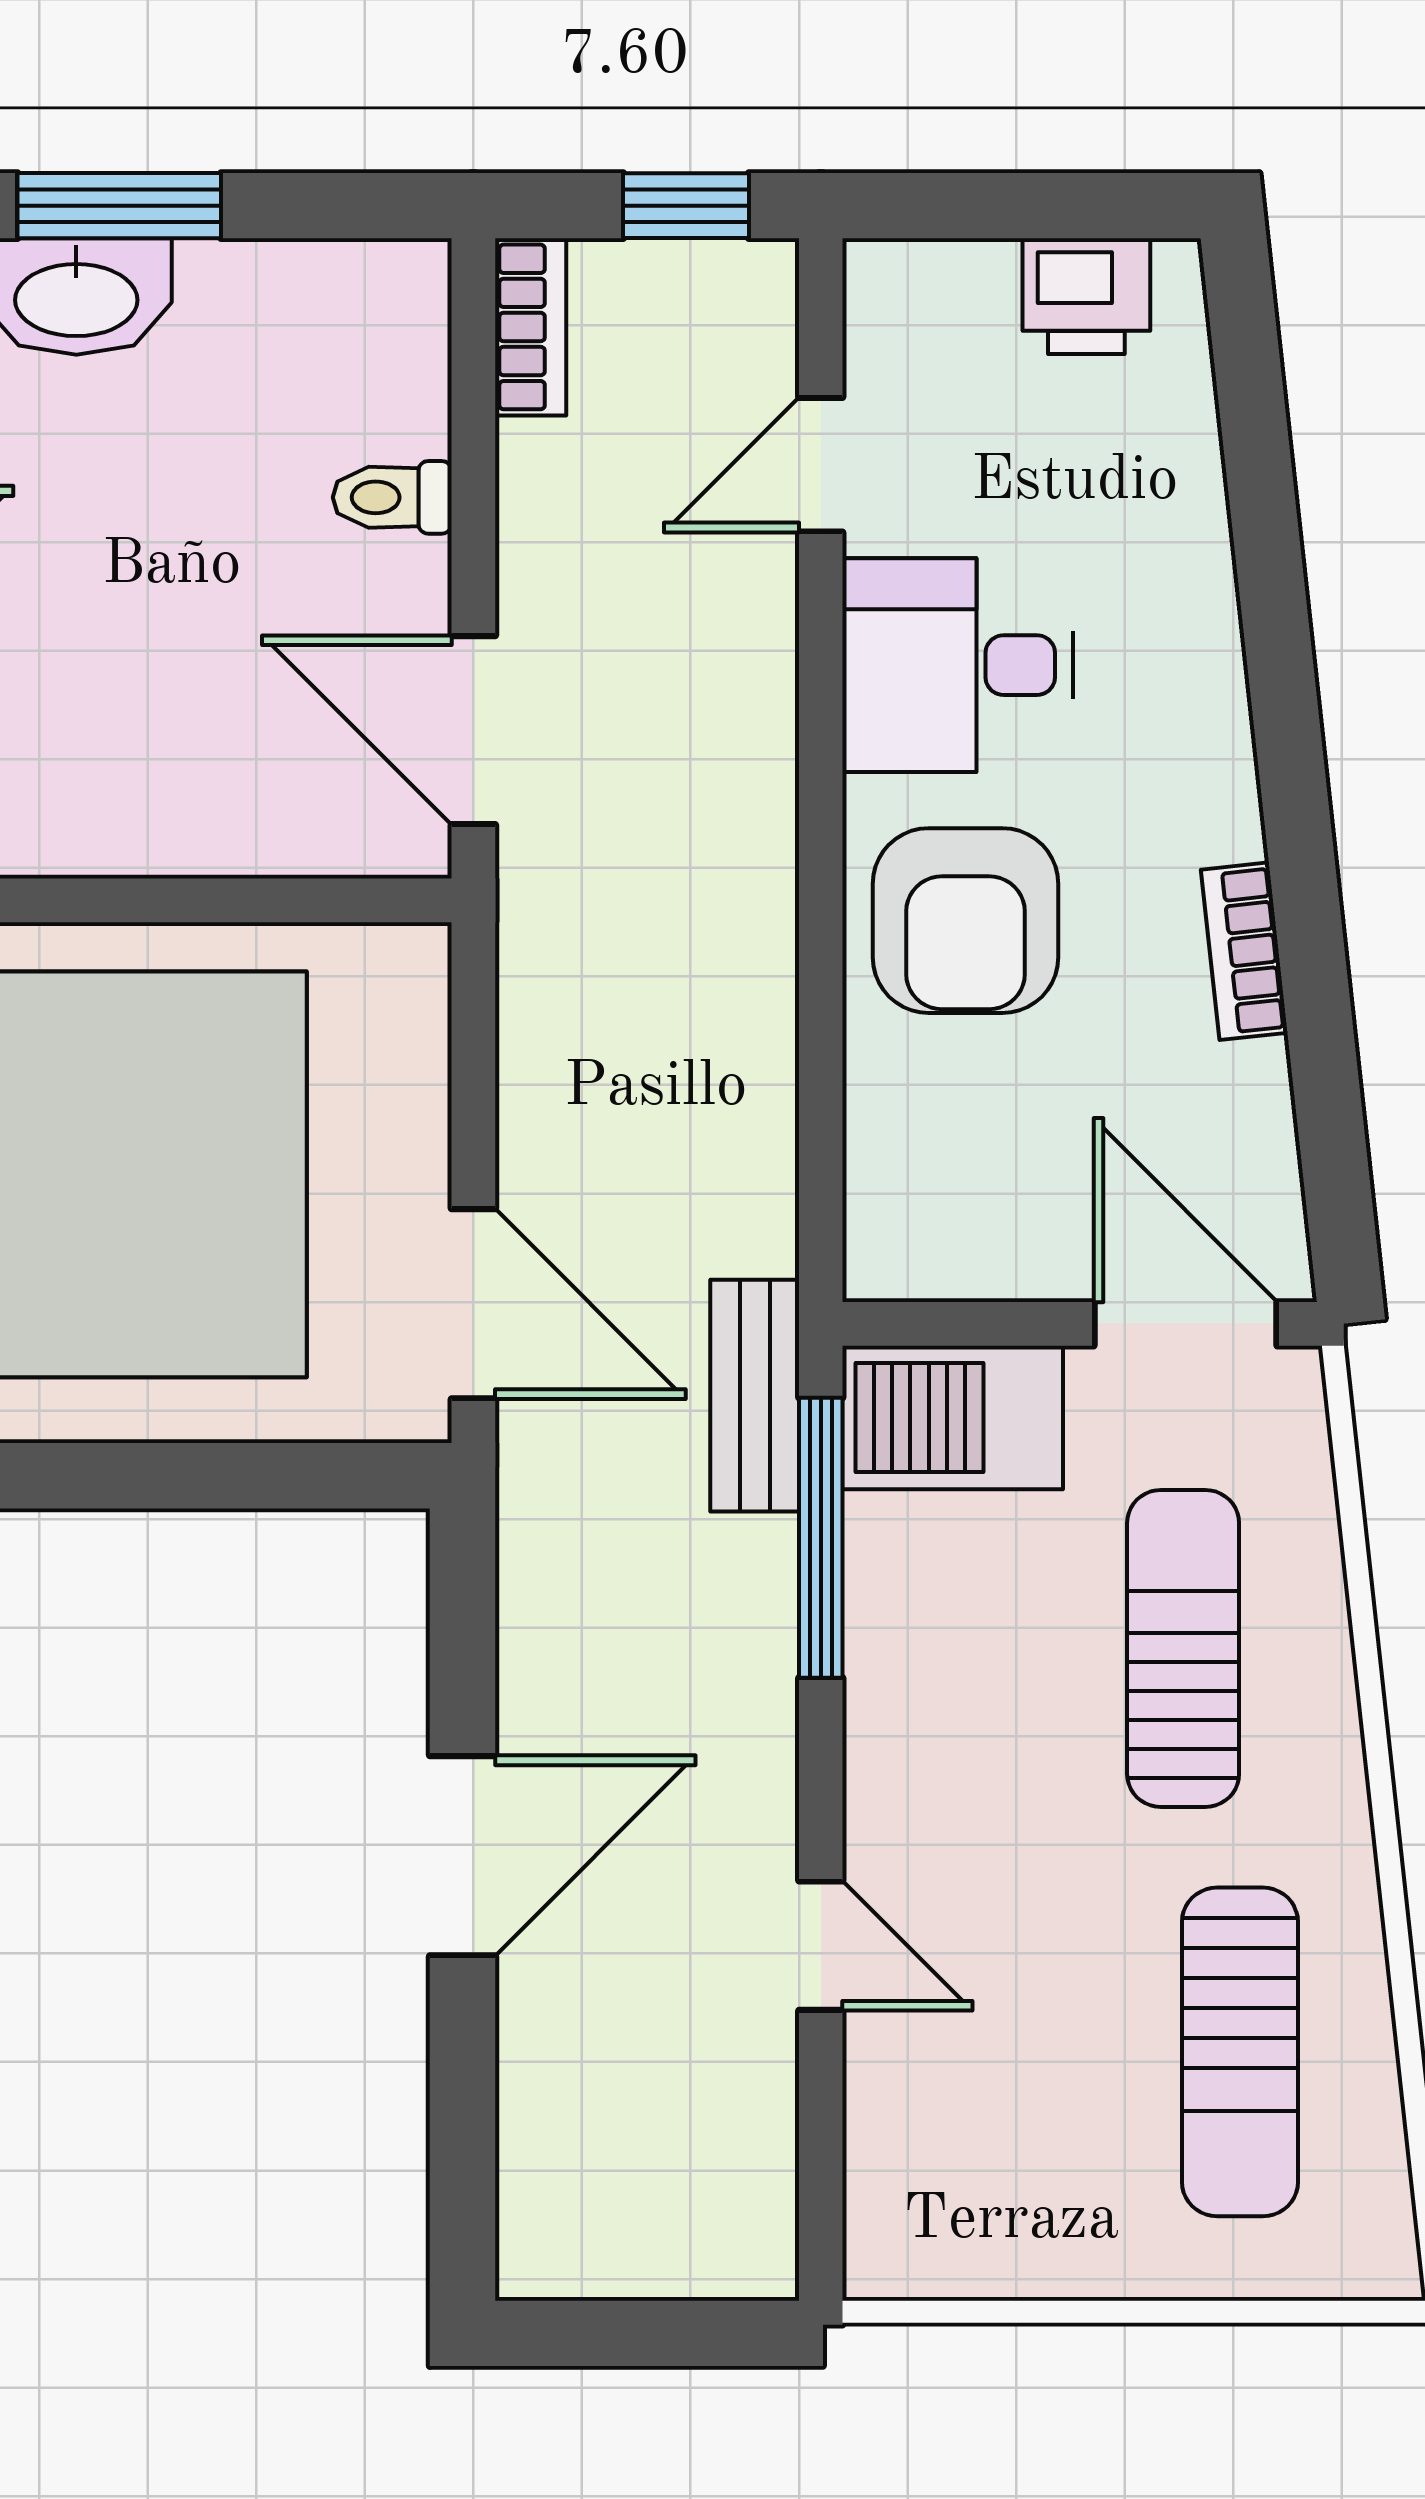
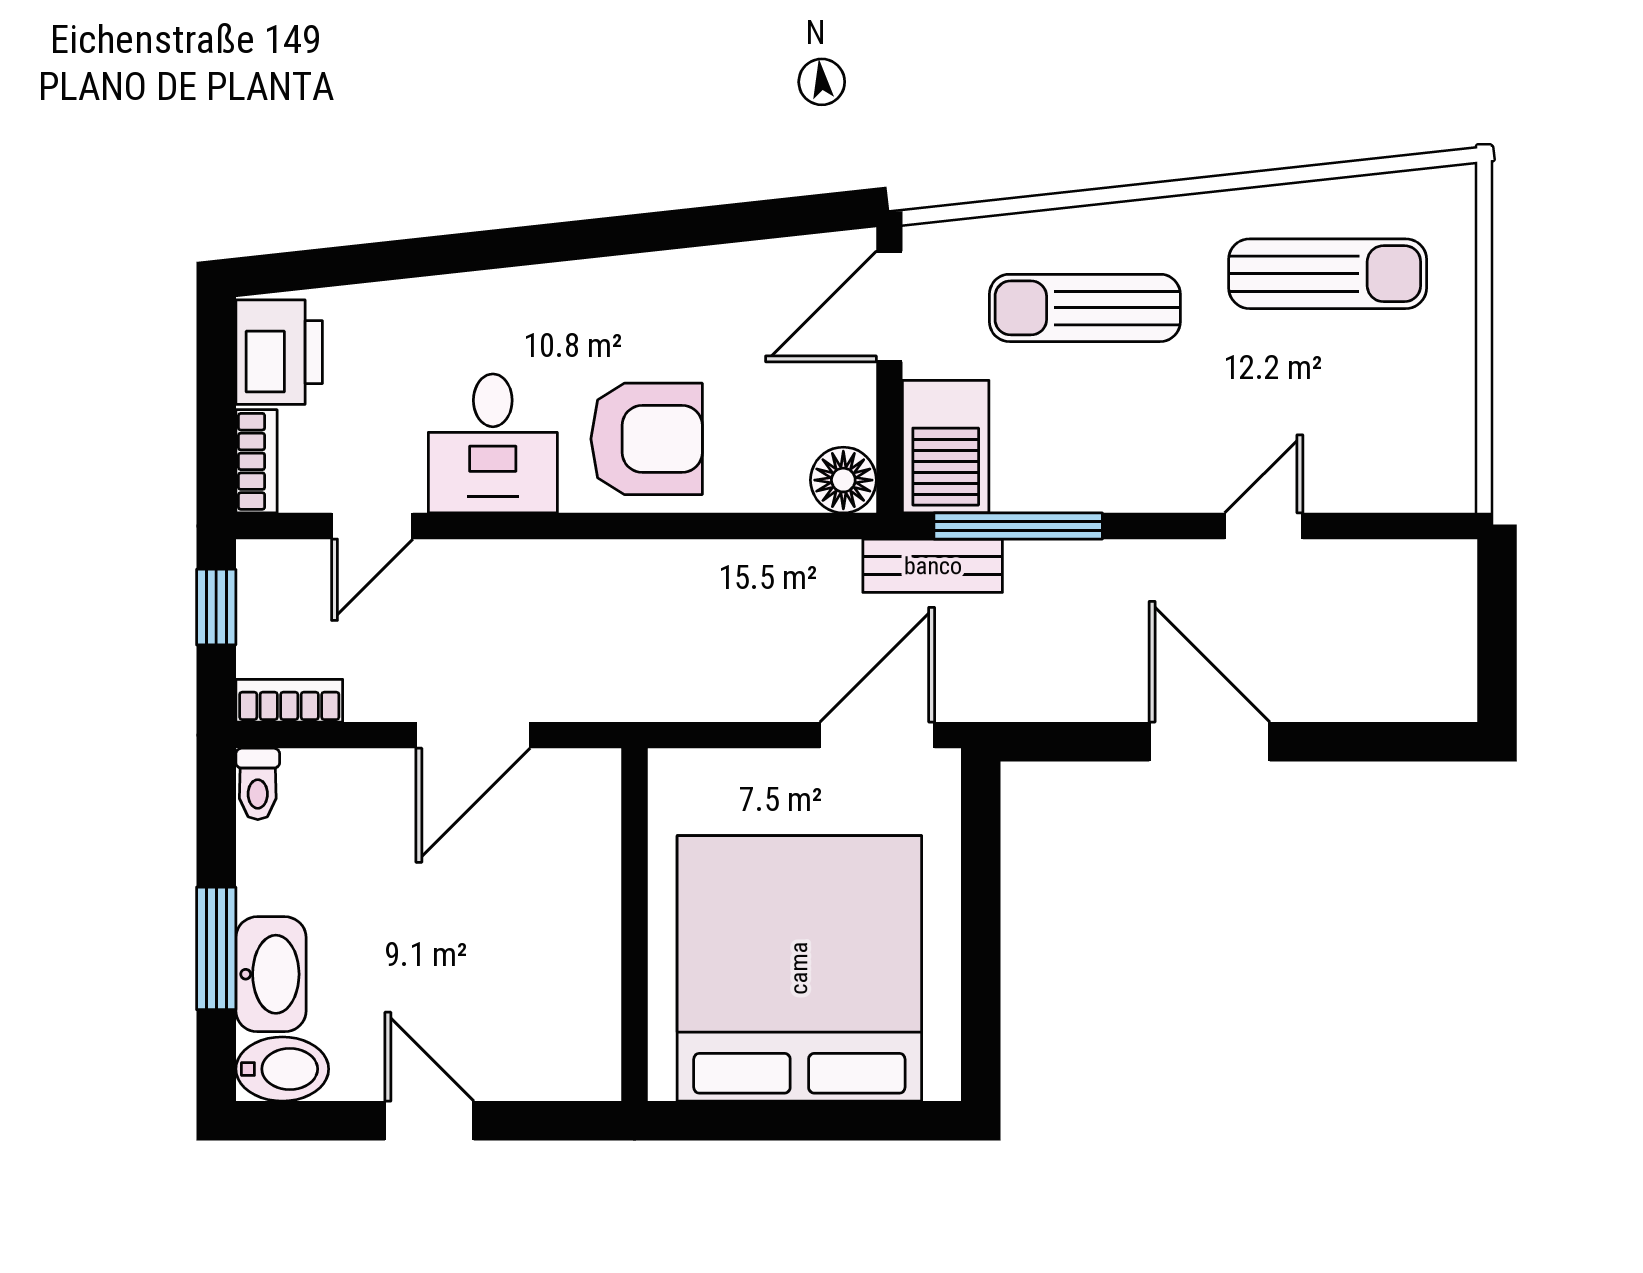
printer: (1086, 296) -> (279, 352), width x1.36, depth x1.24
door: (821, 465) -> (372, 526), hinge flipped
toilet: (392, 497) -> (258, 784), moved
door: (473, 730) -> (473, 735), moved
bookcase: (1244, 951) -> (256, 461), moved, turned -84
floor lamp: (897, 1247) -> (843, 480), added

